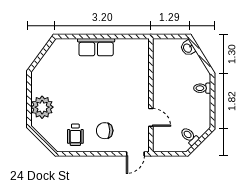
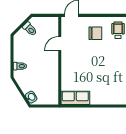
row of seats: (96, 47) -> (75, 98), moved
door: (151, 117) -> (60, 44), hinge flipped

